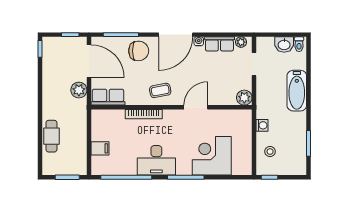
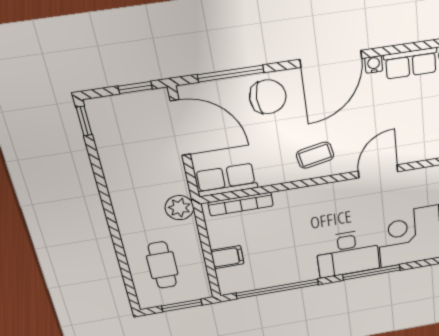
plant: (79, 90) -> (179, 208), moved
bookcase: (144, 114) -> (241, 204), moved
cafe table: (51, 136) -> (162, 265), moved
desk: (156, 160) -> (348, 253), moved

